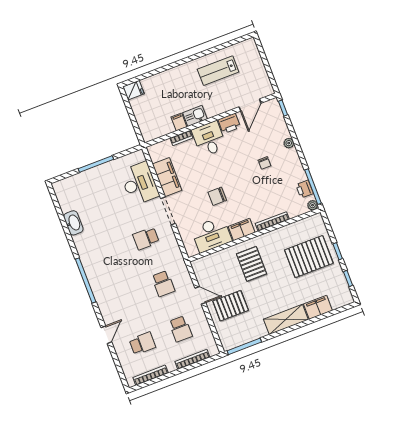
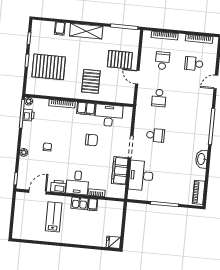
lab bench: (218, 71) -> (54, 217), moved, turned -90
piano: (63, 197) -> (199, 192), added
washbasin: (73, 223) -> (201, 159), moved
school desk: (163, 284) -> (159, 98), turned 180
filing cabinet: (318, 307) -> (60, 29), width x0.50

